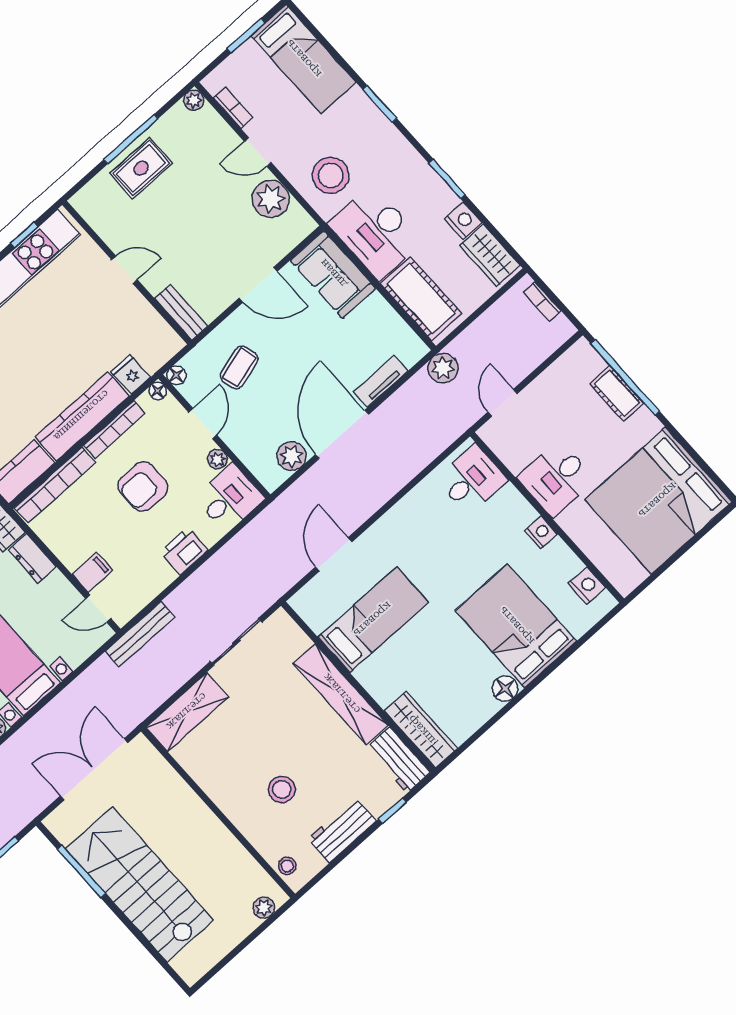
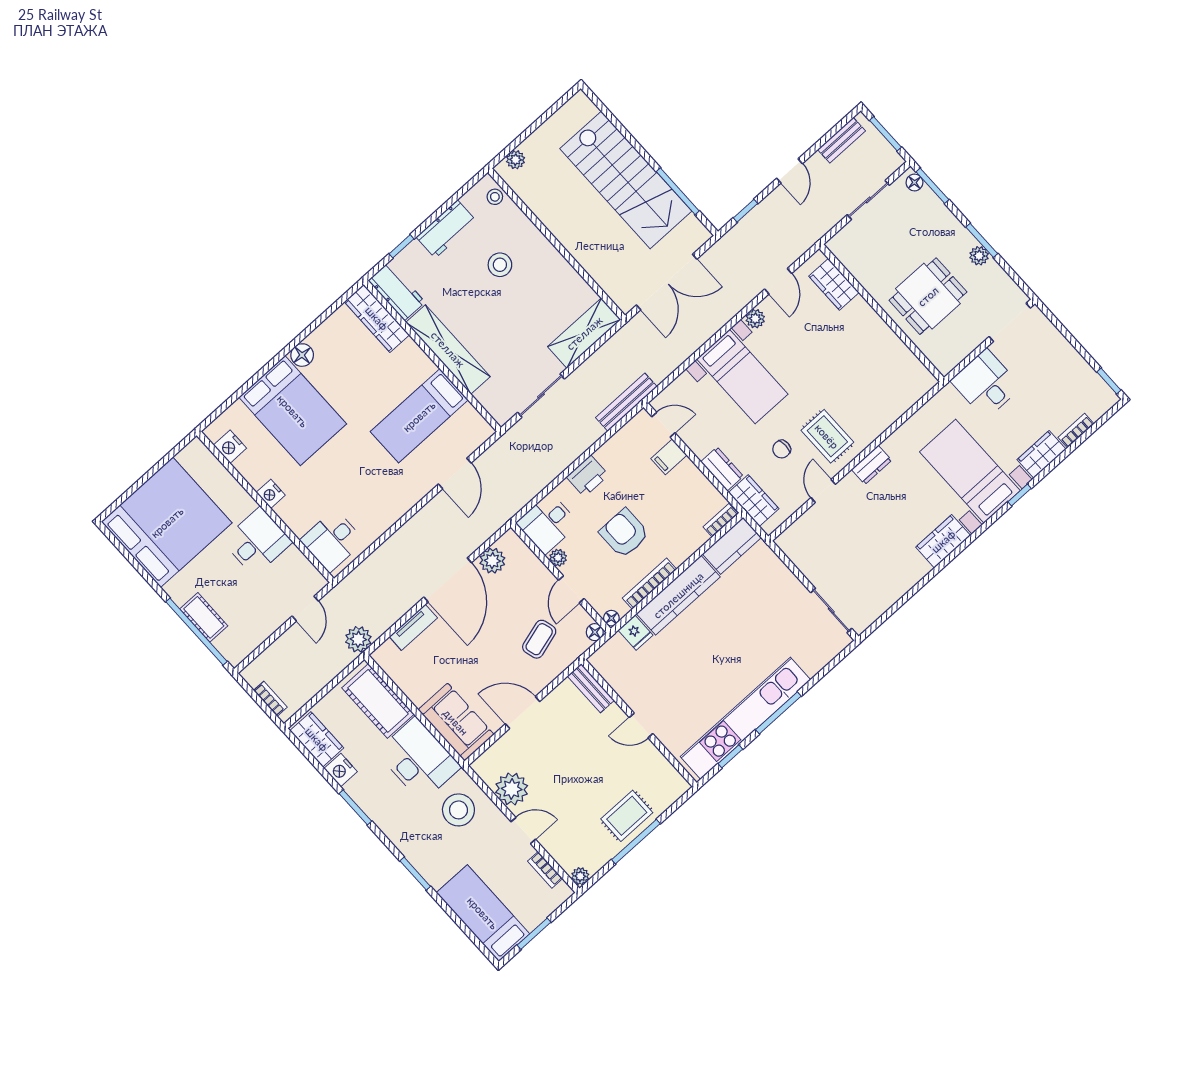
bookcase: (55, 485) -> (721, 520), width x0.43, depth x0.76
armchair: (143, 487) -> (624, 533), turned -90

